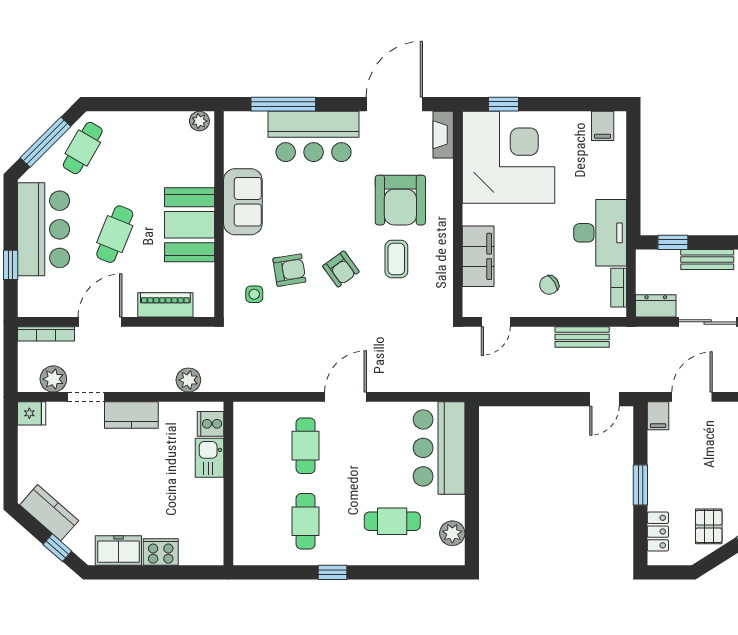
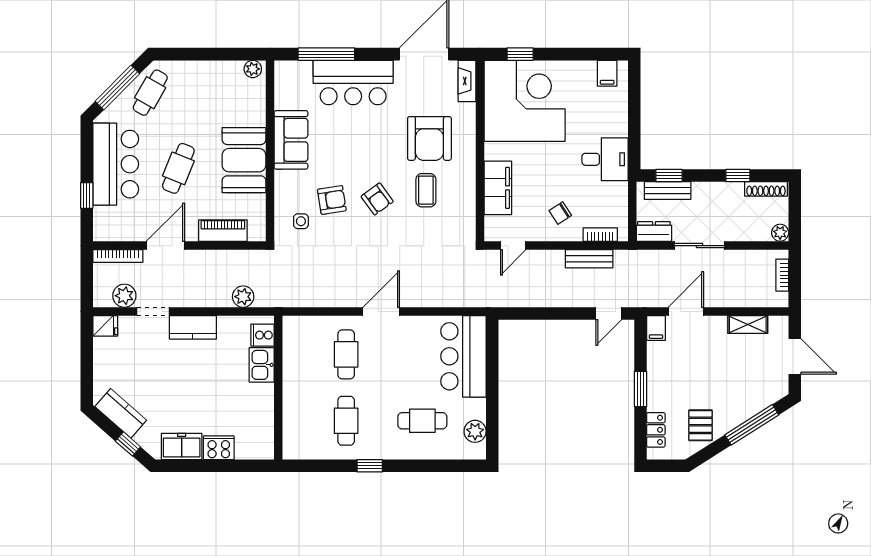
desk: (600, 233) -> (605, 159), width x0.73
bench: (707, 259) -> (668, 191), moved
bookcase: (619, 288) -> (600, 235), moved, turned 90

